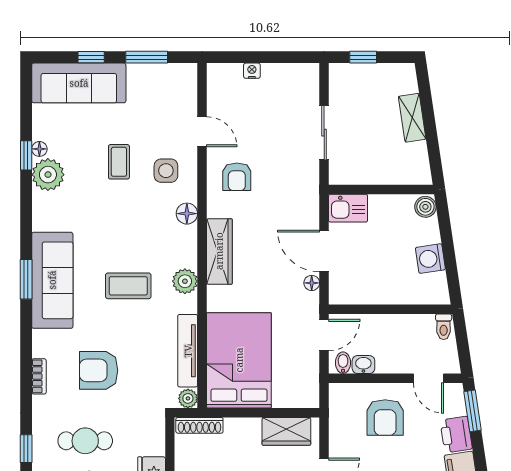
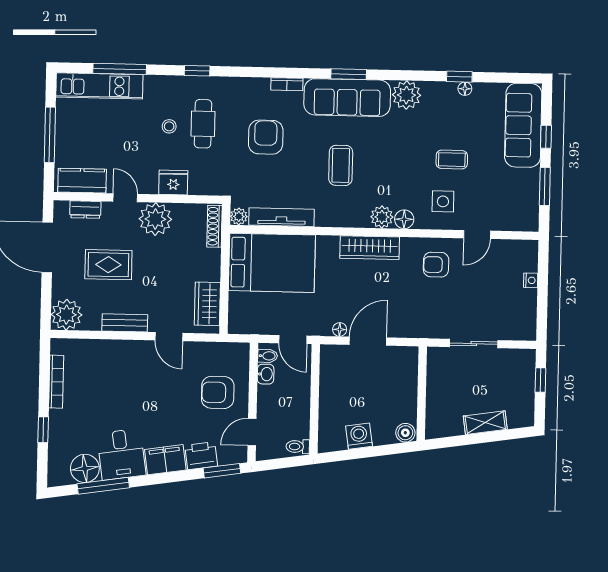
plant: (48, 175) -> (406, 95), moved
kitchen sink: (348, 208) -> (406, 363), removed
plant: (185, 281) -> (382, 217), moved
bookcase: (39, 376) -> (287, 84), moved

